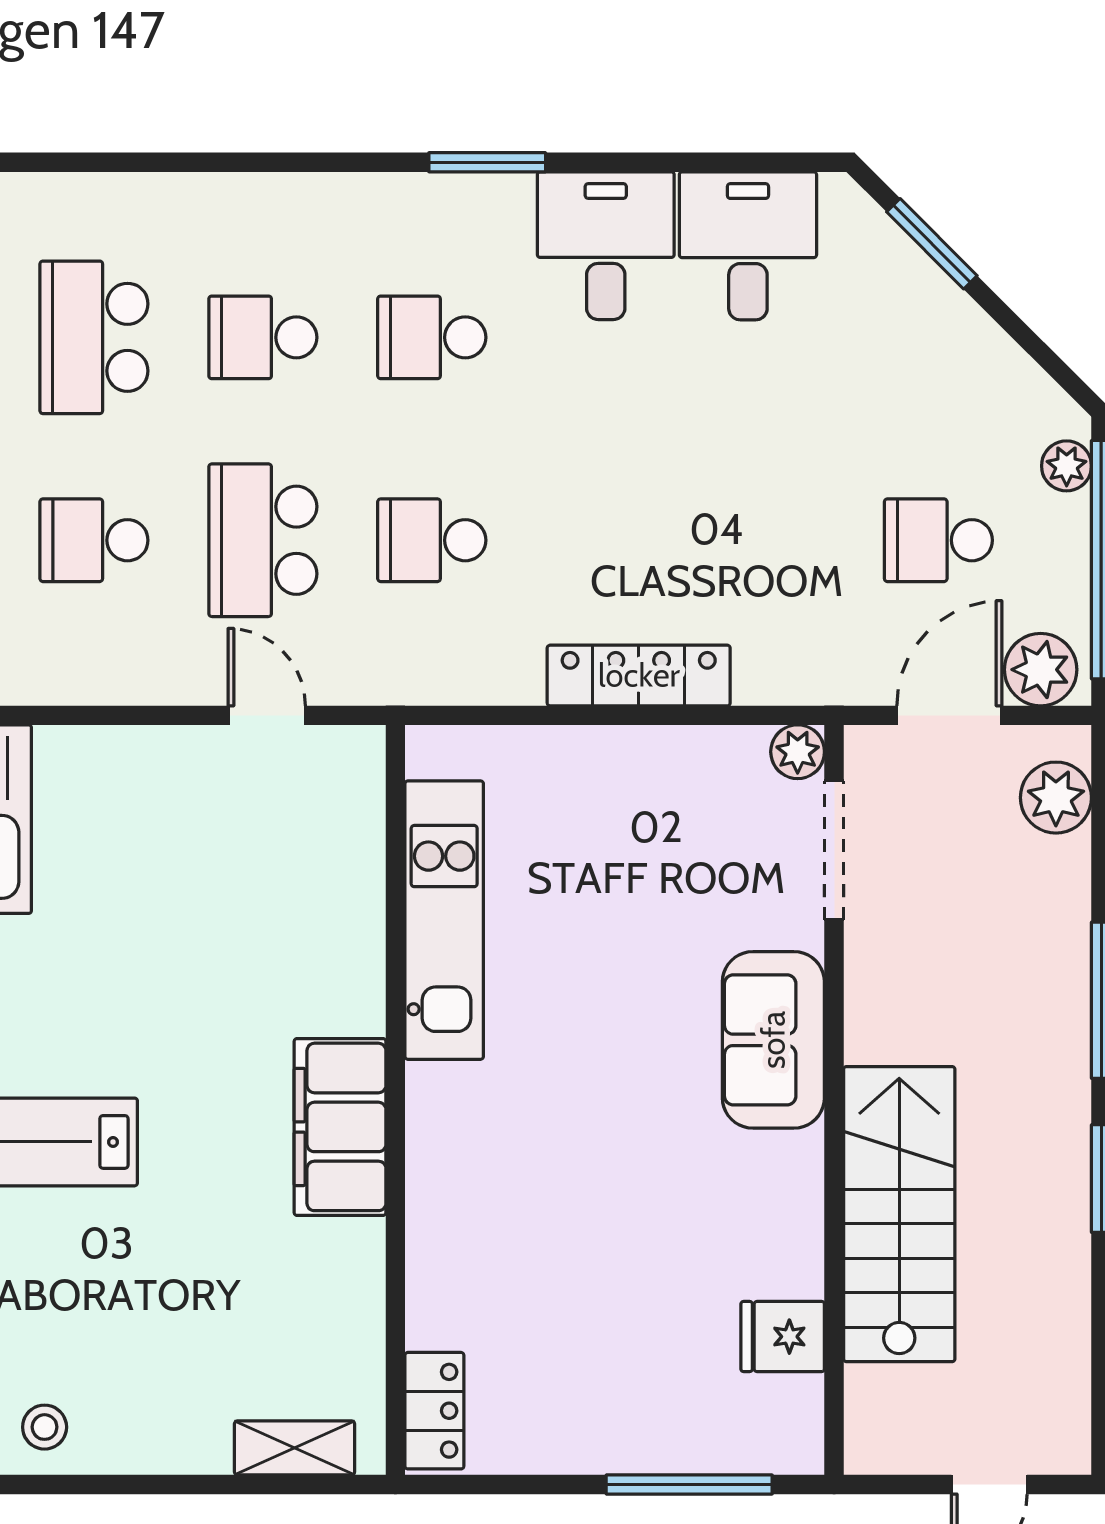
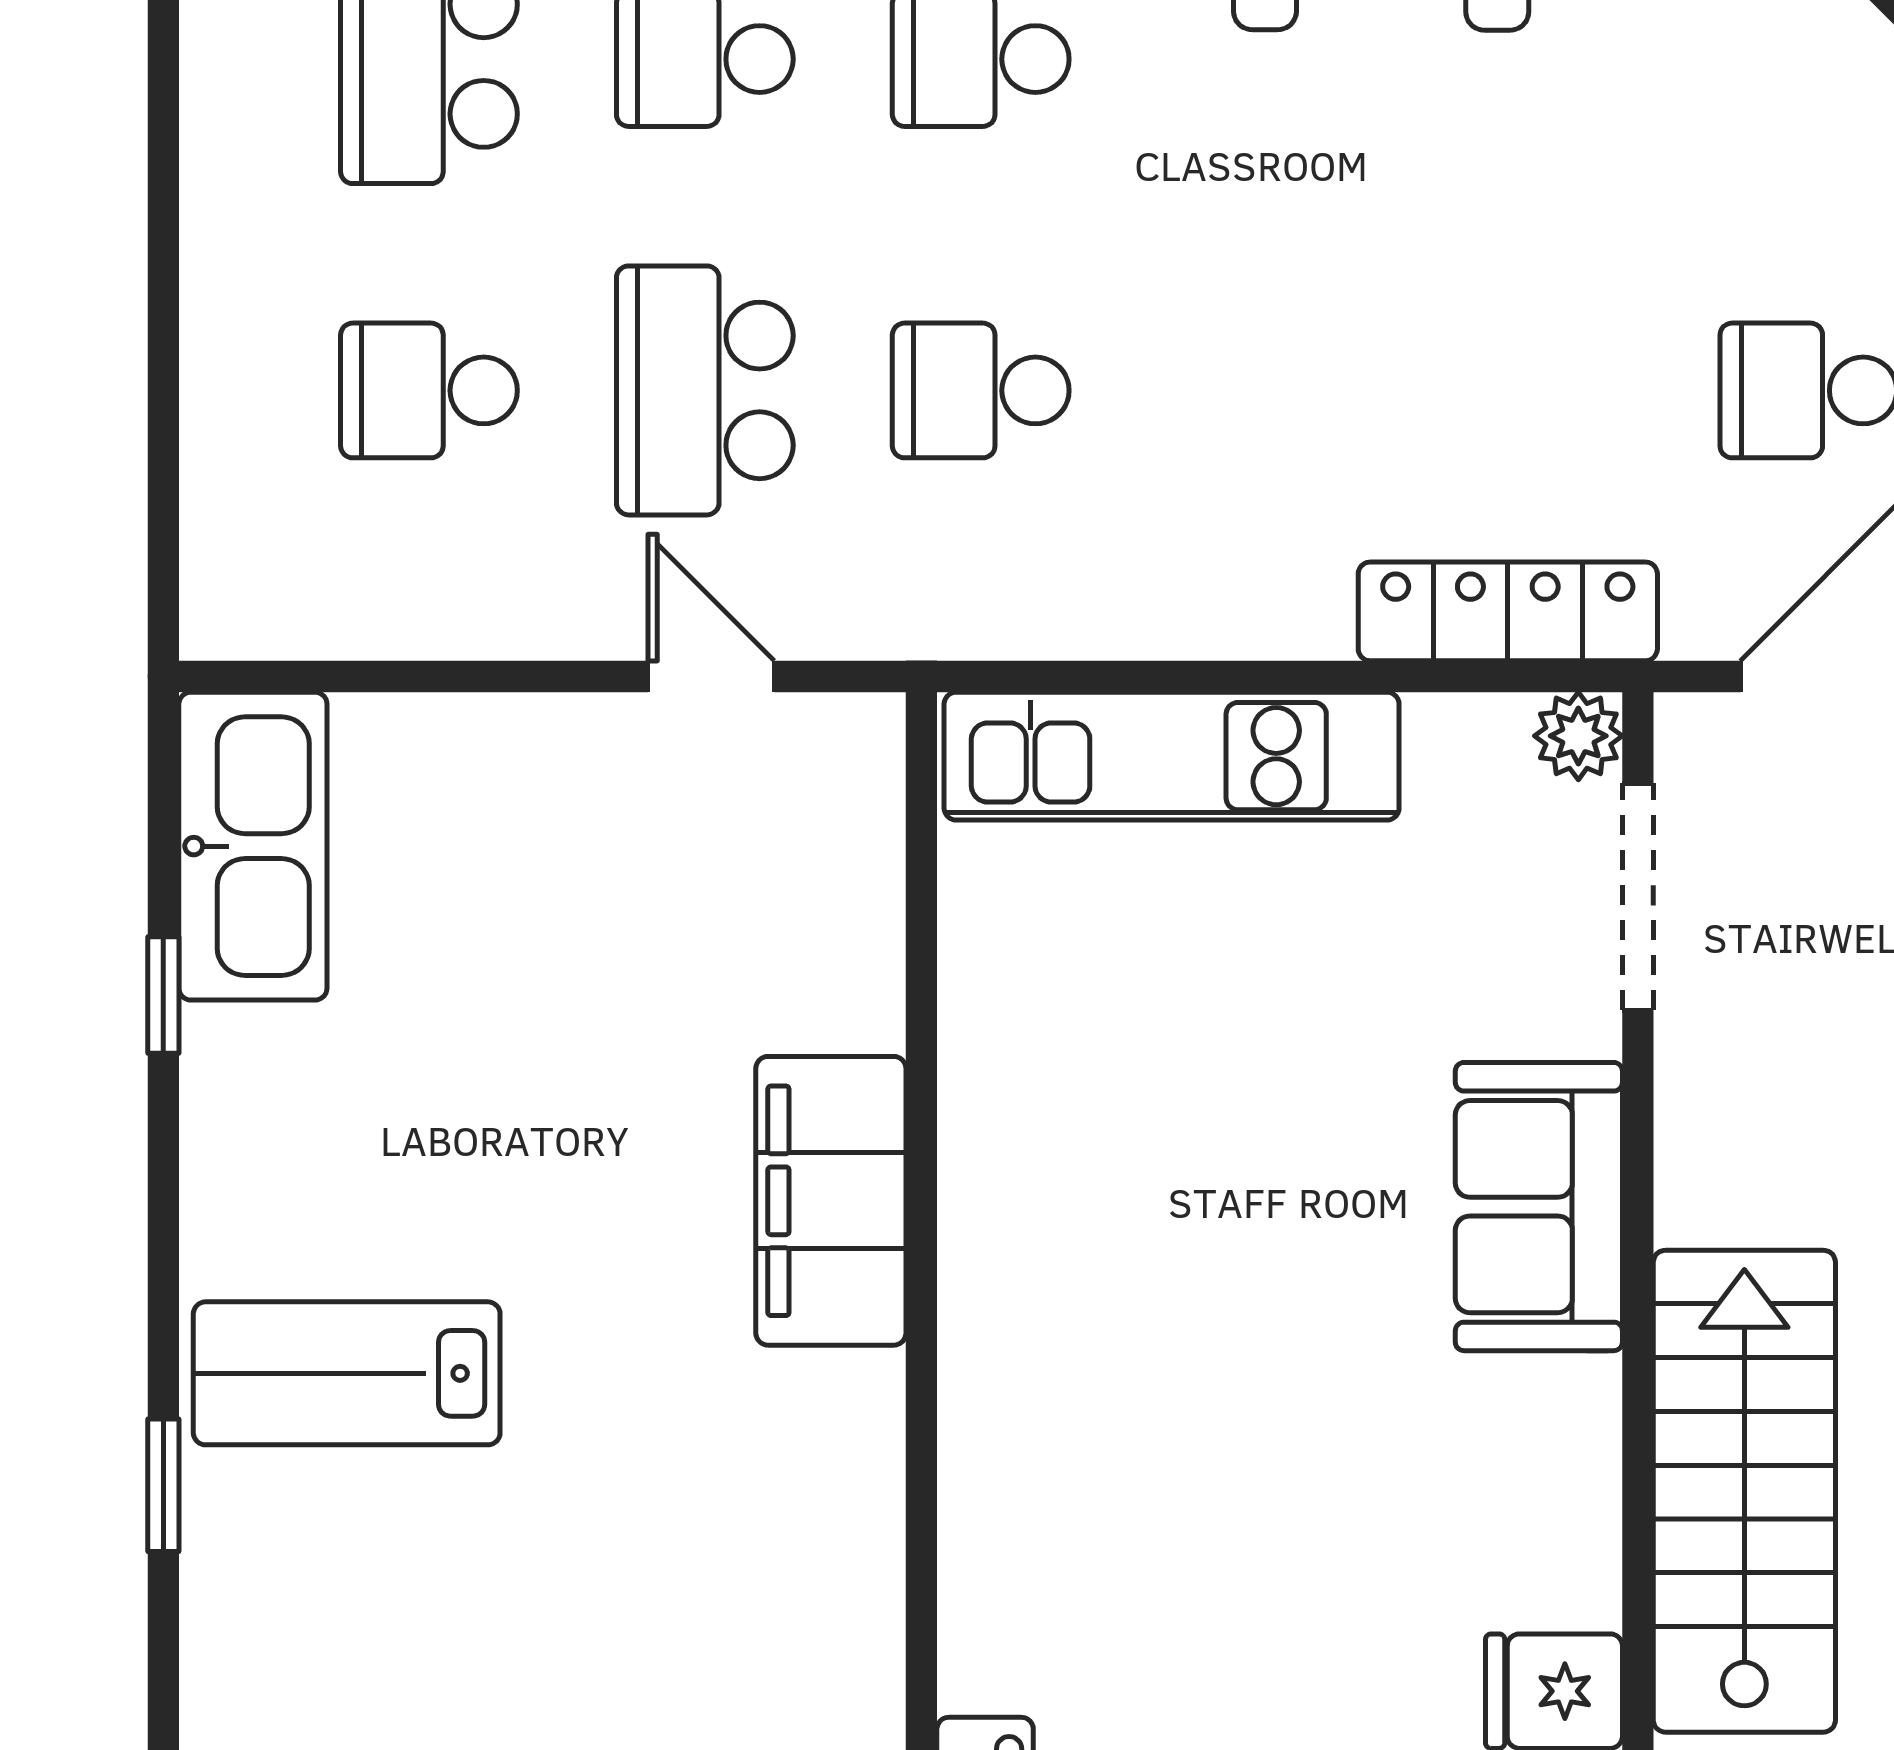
locker: (639, 675) -> (1508, 611), moved
kitchen unit: (444, 920) -> (1172, 756), moved, turned 90
filing cabinet: (340, 1127) -> (831, 1201), moved

